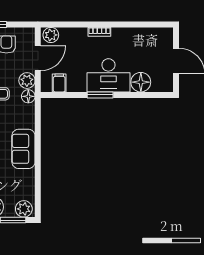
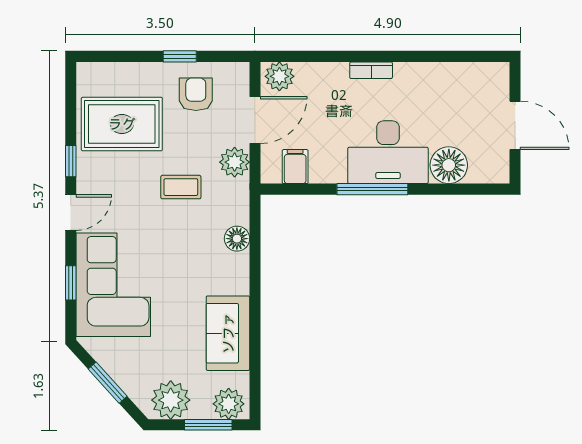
window: (100, 95) -> (372, 189), width x1.44
floor lamp: (28, 96) -> (237, 239), moved
sofa: (23, 149) -> (228, 333), moved

